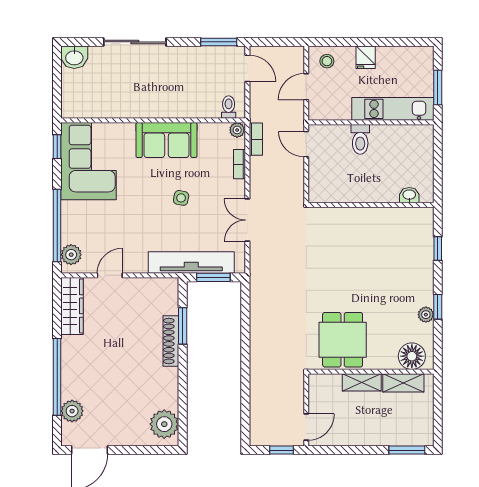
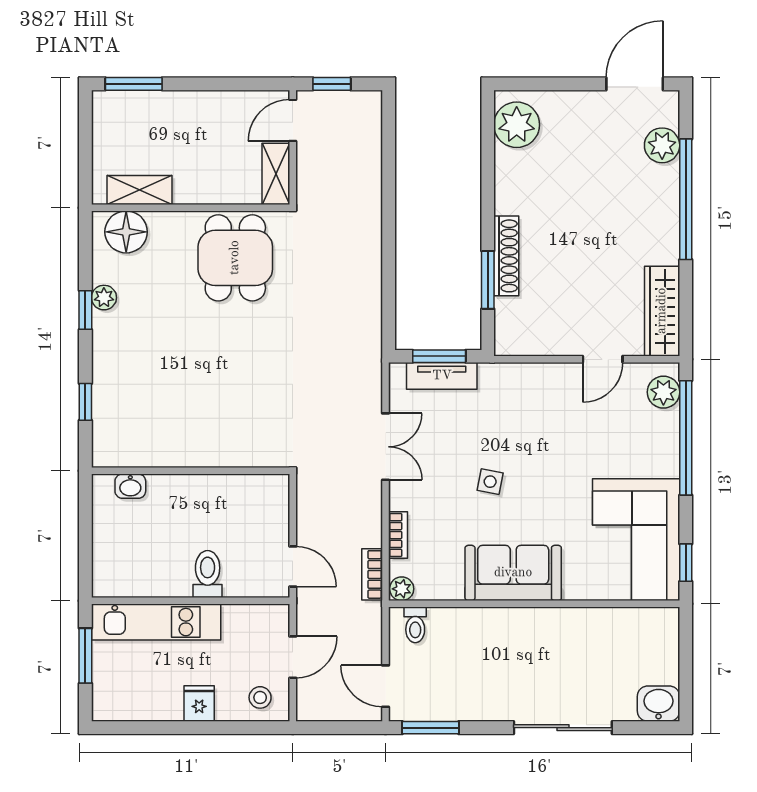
tv unit: (191, 263) -> (442, 376), width x0.52, depth x0.78
shelving: (362, 382) -> (276, 174), moved, turned 90

